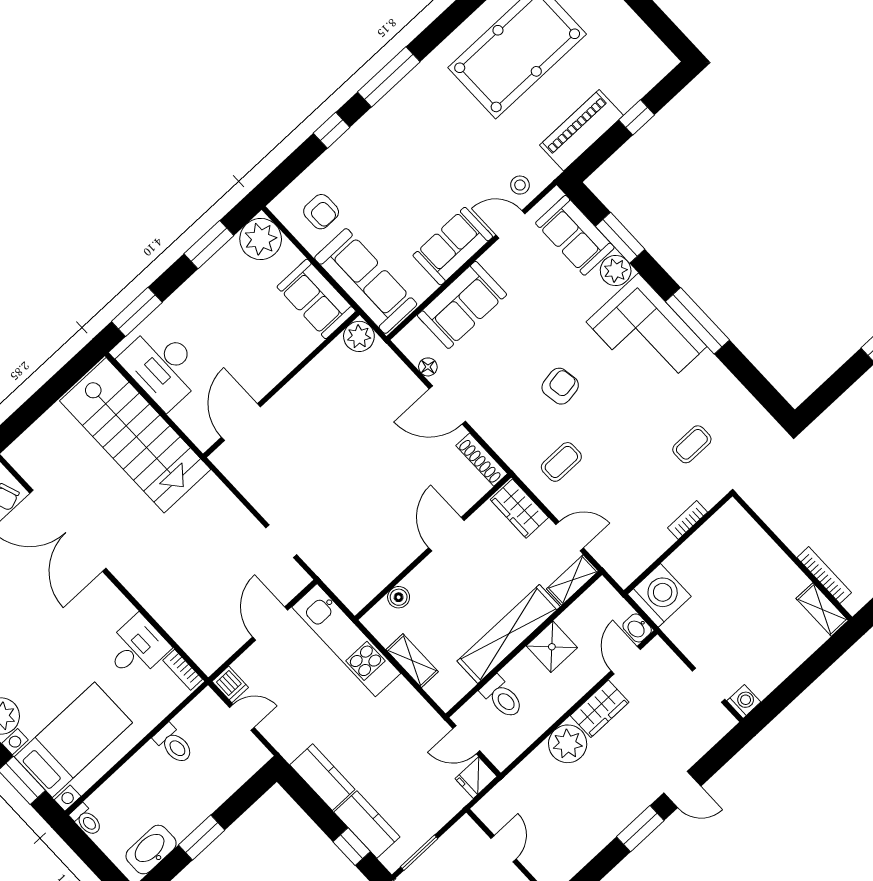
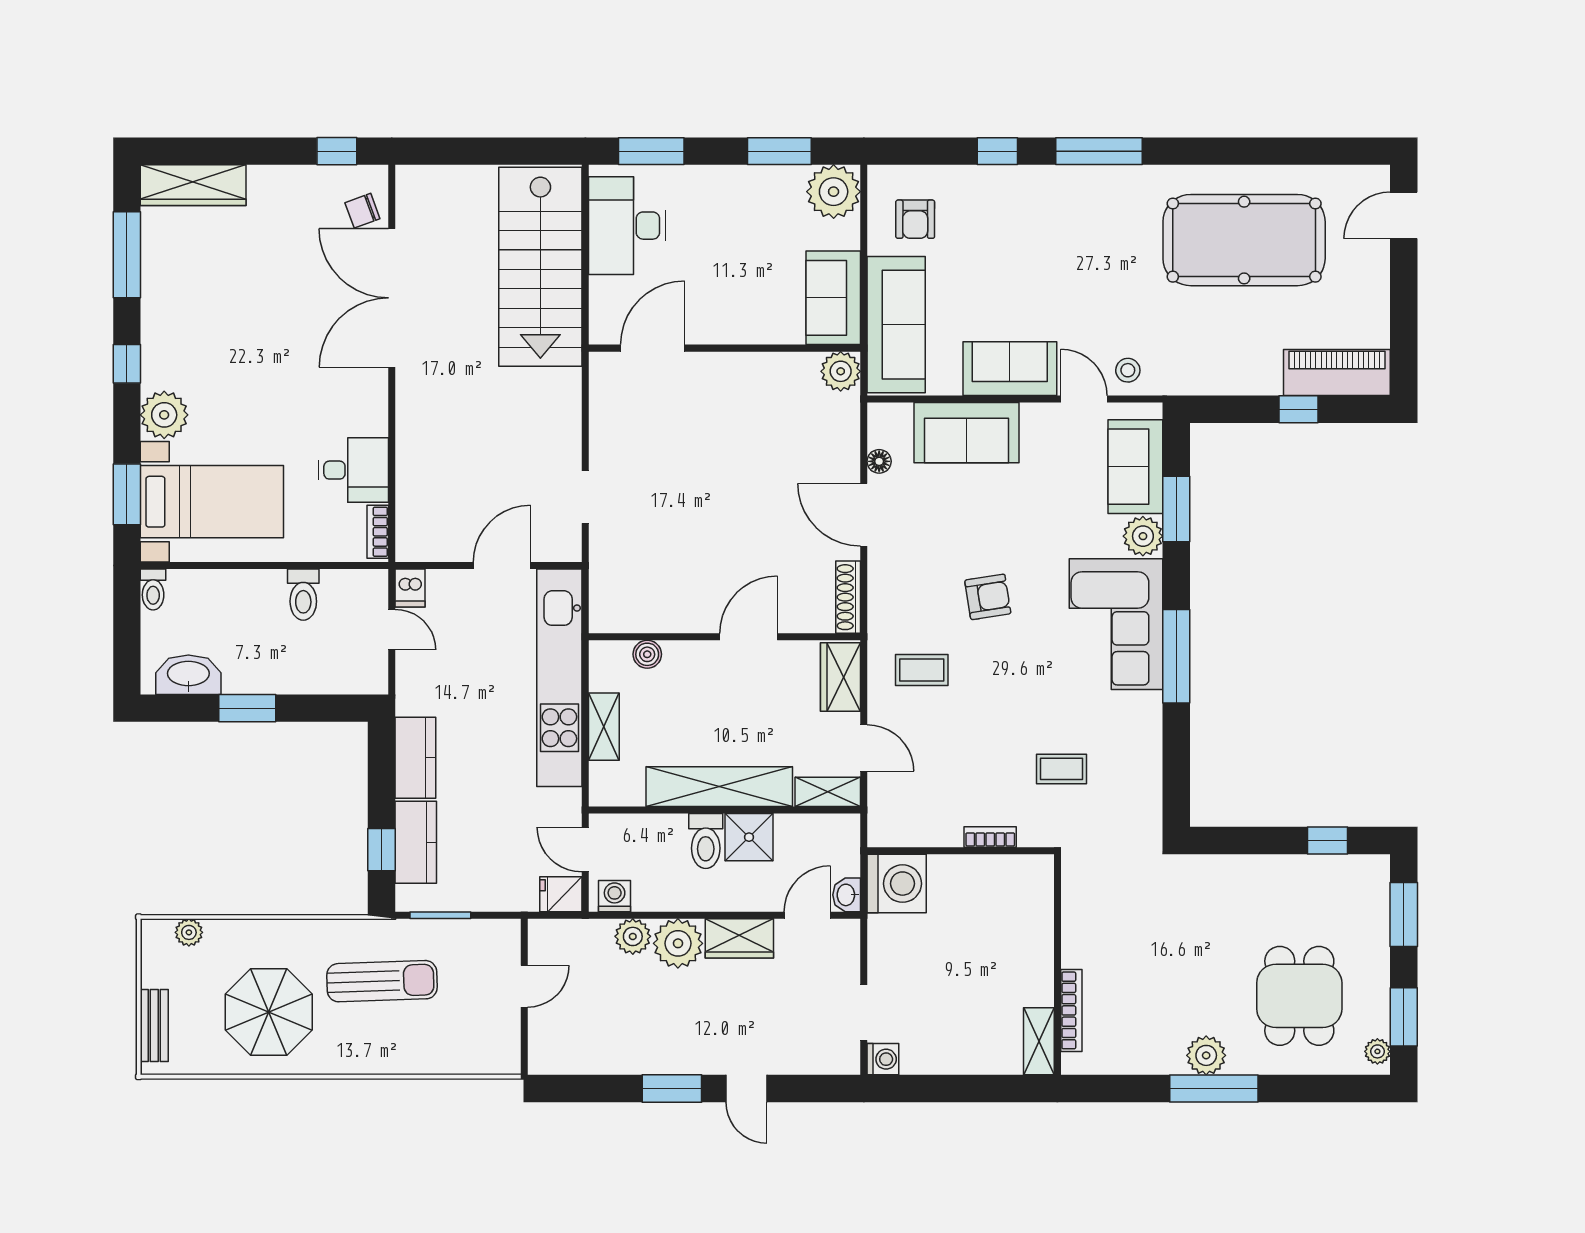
piano: (581, 130) -> (1337, 373), moved
kitchen unit: (346, 640) -> (559, 678), width x1.36
toilet: (502, 697) -> (706, 841), moved
washing machine: (507, 750) -> (615, 896), added
plant: (539, 764) -> (633, 936), added

